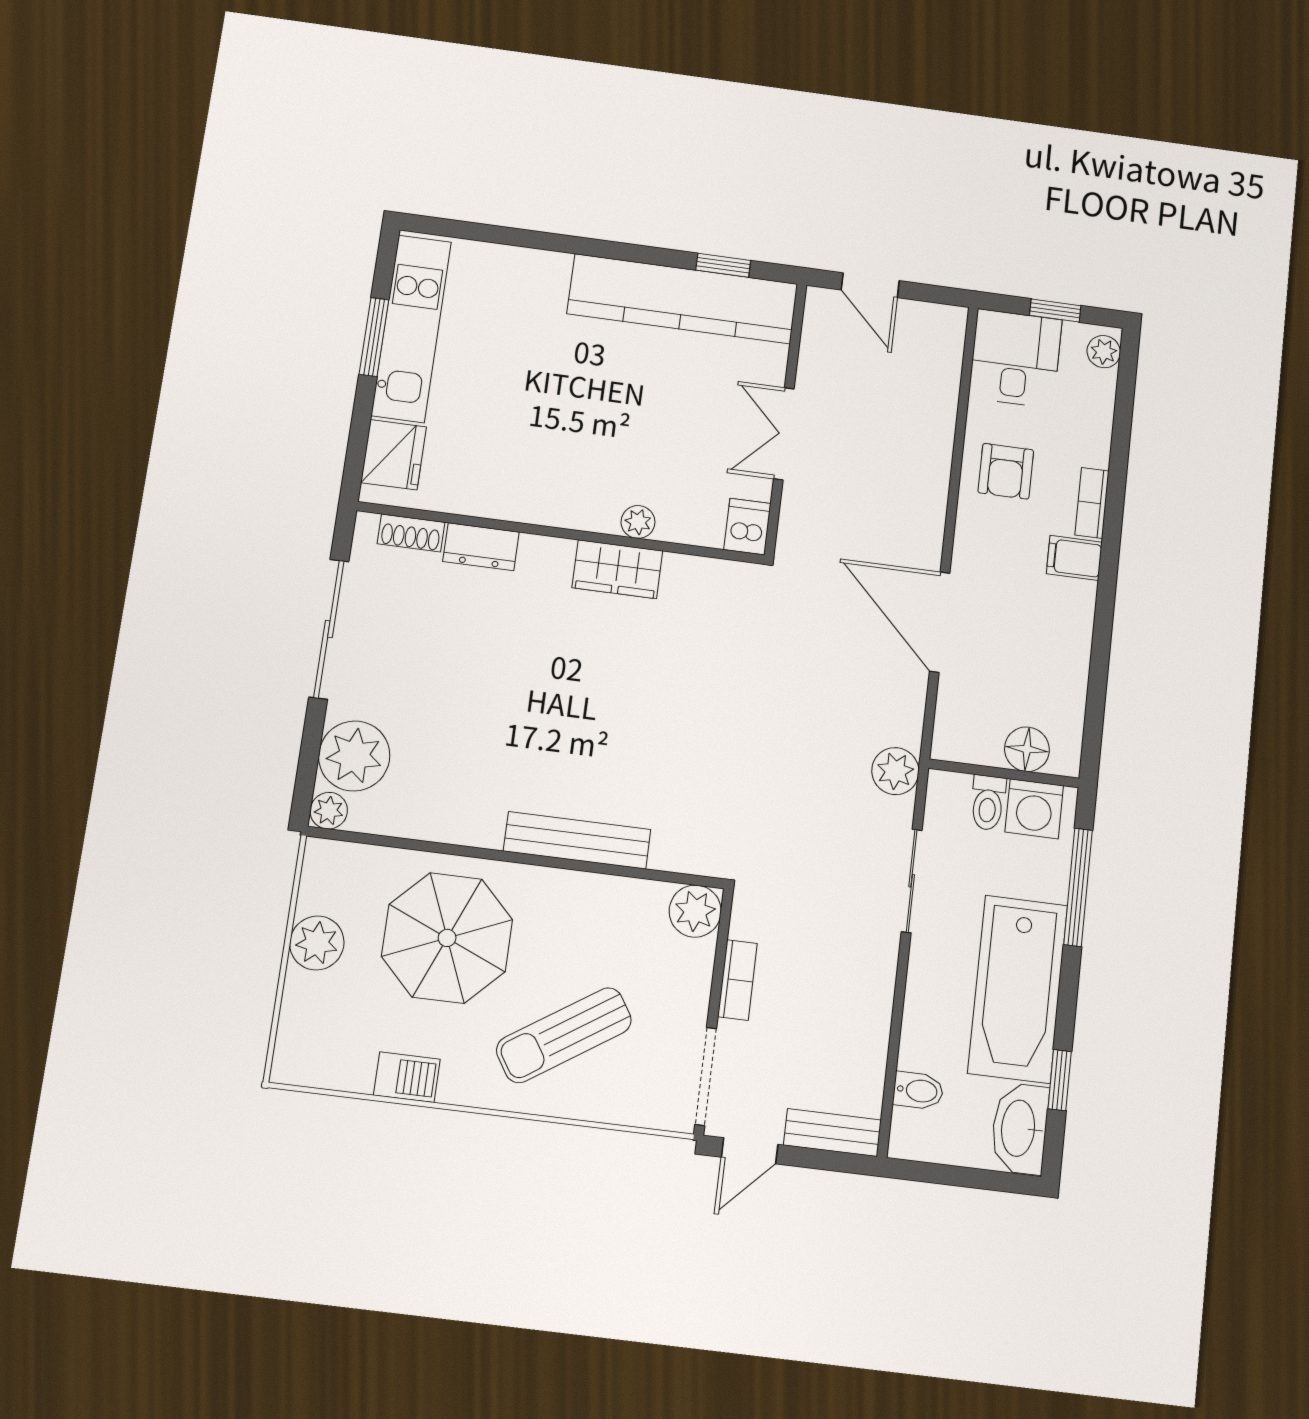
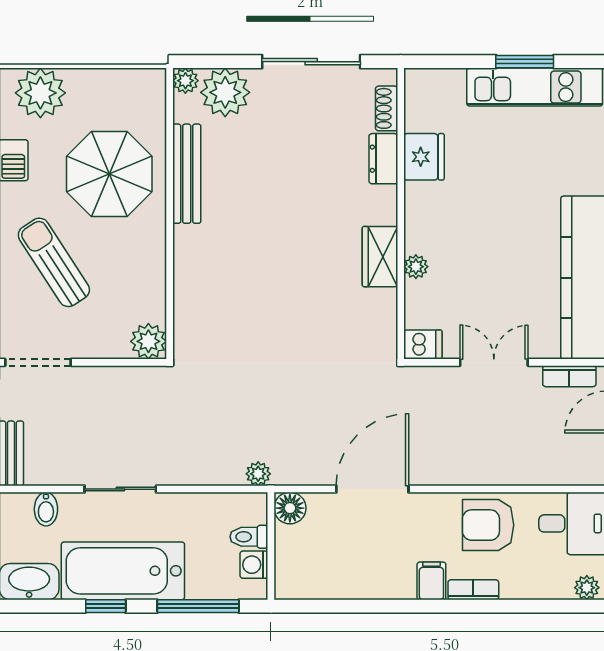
fridge: (394, 455) -> (424, 157), moved, turned -90
armchair: (1006, 471) -> (488, 525), width x1.38, depth x1.38
floor lamp: (1027, 749) -> (290, 508), moved
plant: (895, 771) -> (258, 474), width x0.73, depth x0.73
washing machine: (1034, 809) -> (254, 565), width x0.73, depth x0.73
bench: (577, 840) -> (187, 174), moved
sliding door: (912, 881) -> (120, 489), moved
plant: (317, 943) -> (40, 93), moved, width x1.36, depth x1.36
bookcase: (737, 980) -> (569, 376), moved
window: (1060, 1080) -> (106, 606), moved

